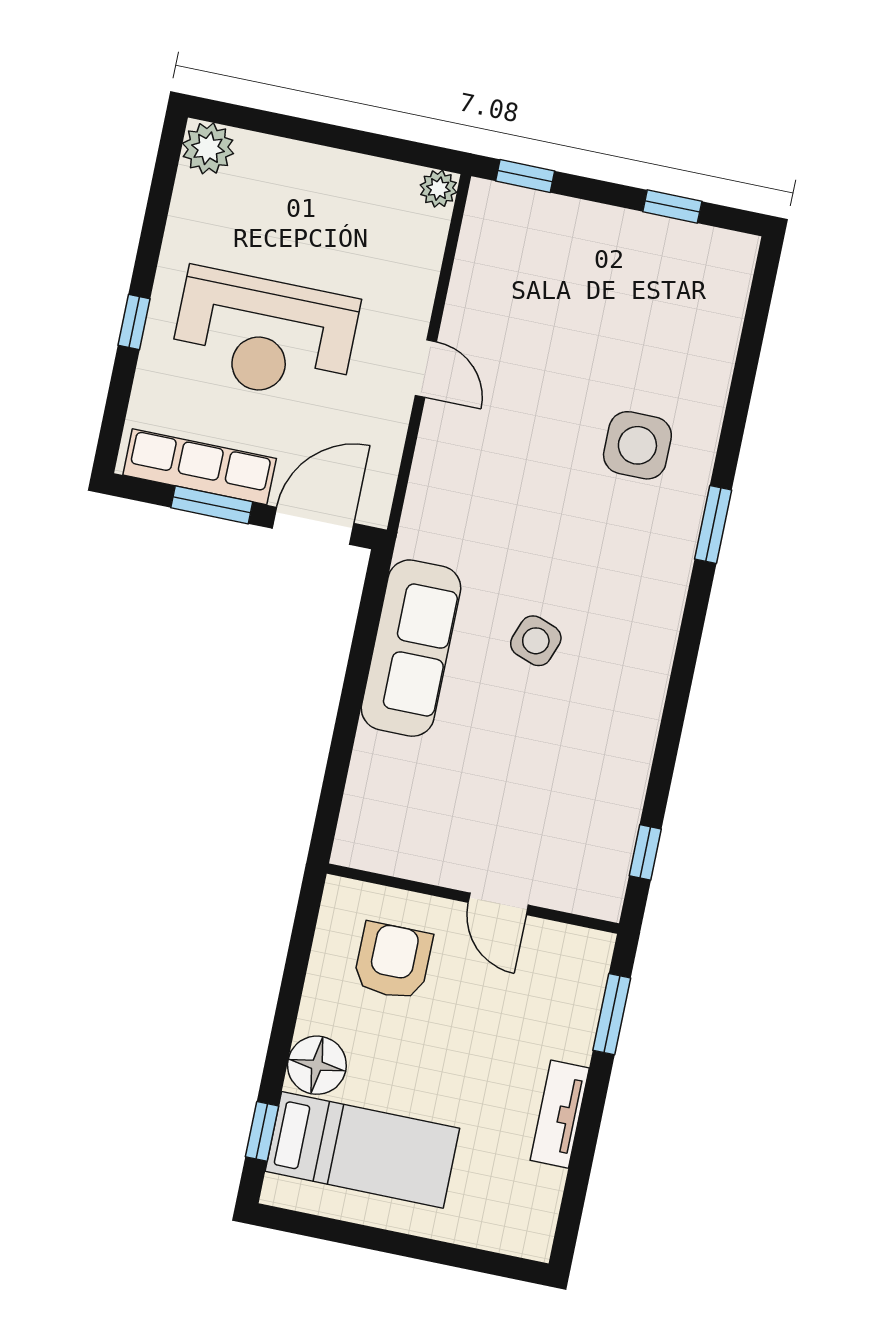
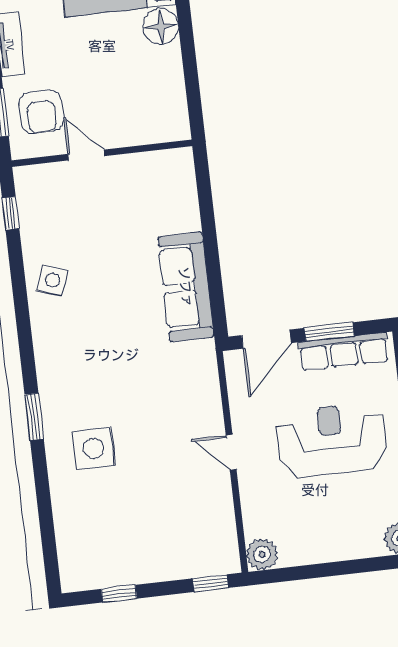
plant: (438, 189) -> (262, 554), width x1.38, depth x1.38
side table: (536, 641) -> (53, 280), moved
armchair: (393, 961) -> (41, 112), moved

